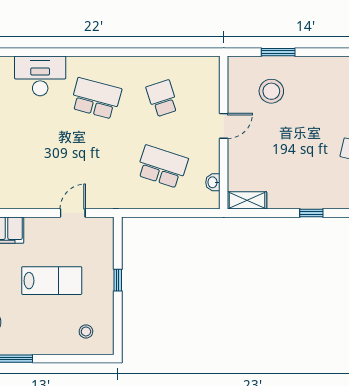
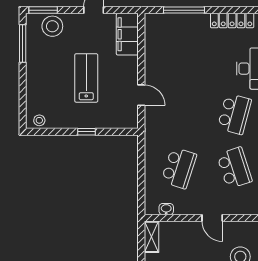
school desk: (162, 98) -> (234, 168), width x1.85
lab bench: (52, 281) -> (86, 78), turned 180
stool: (86, 331) -> (39, 120), moved

